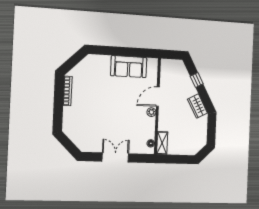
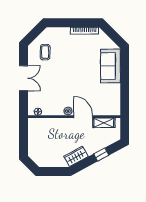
sofa: (129, 67) -> (110, 66), moved
coffee table: (89, 134) -> (45, 52), added
shelving: (162, 143) -> (104, 123), moved

